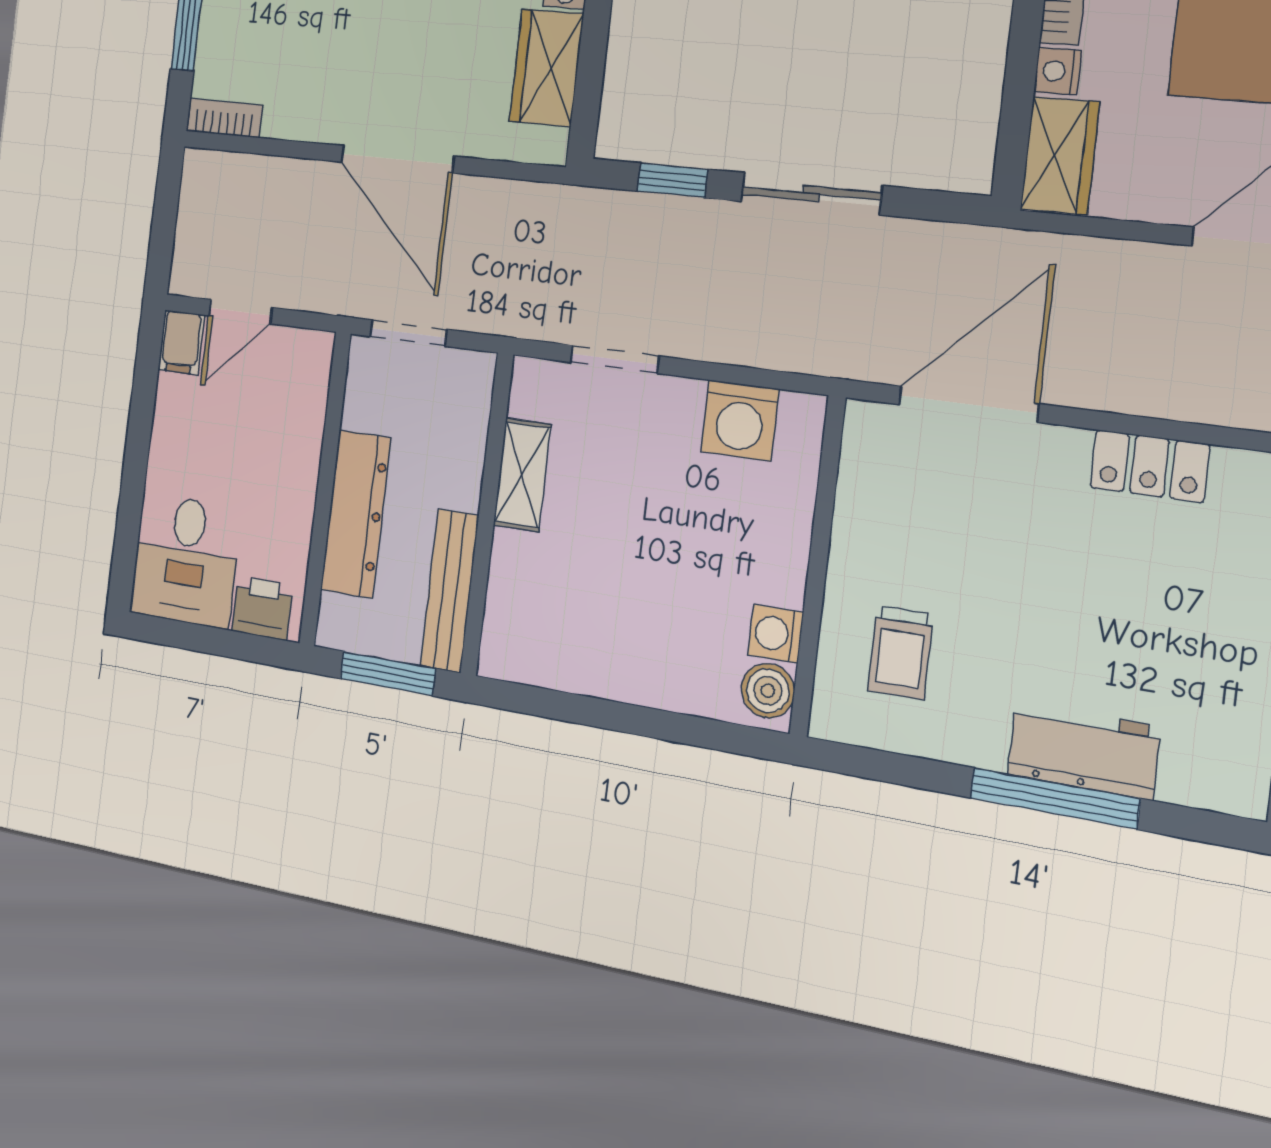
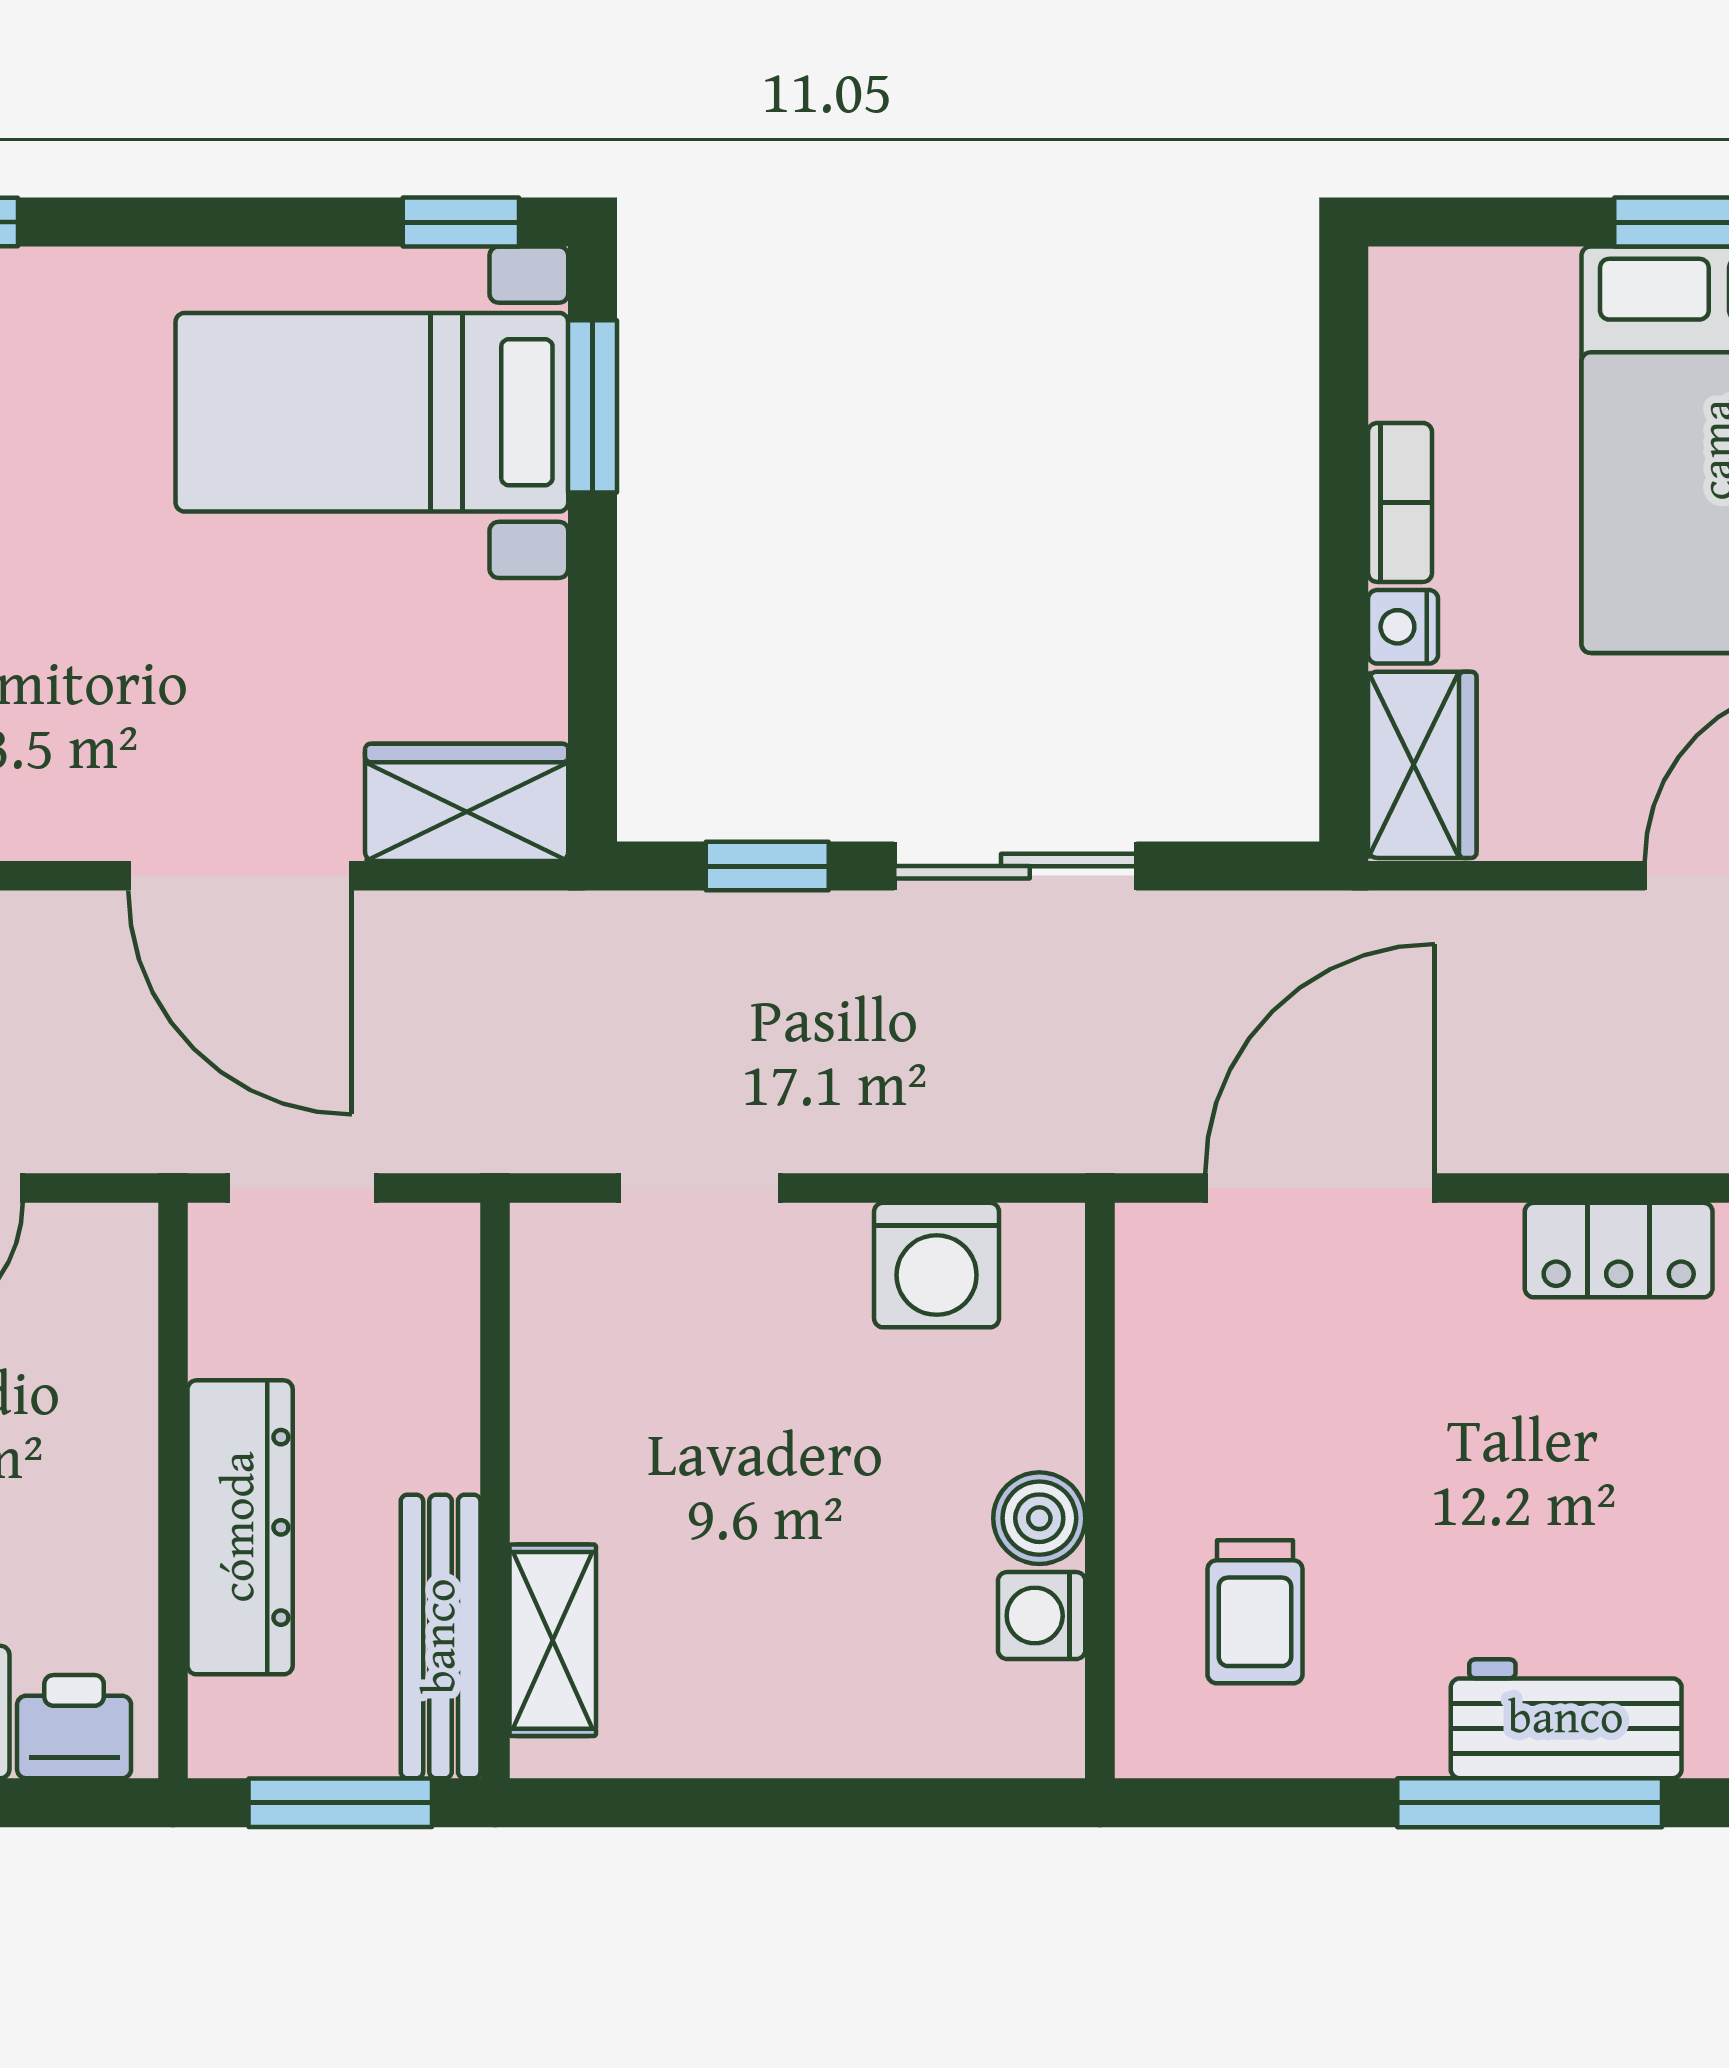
wardrobe: (547, 68) -> (467, 802), moved, turned 90
shelving: (522, 475) -> (553, 1640), moved
boiler: (768, 691) -> (1039, 1518), moved

